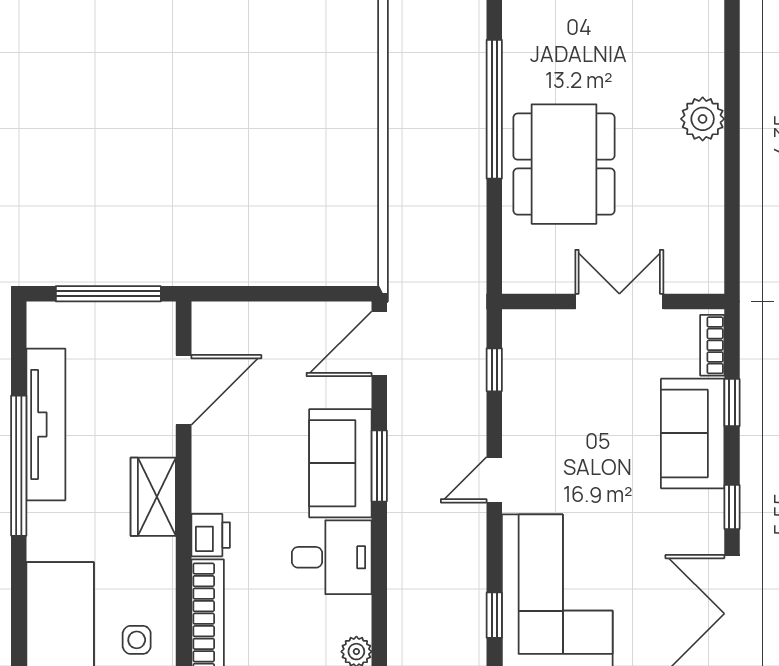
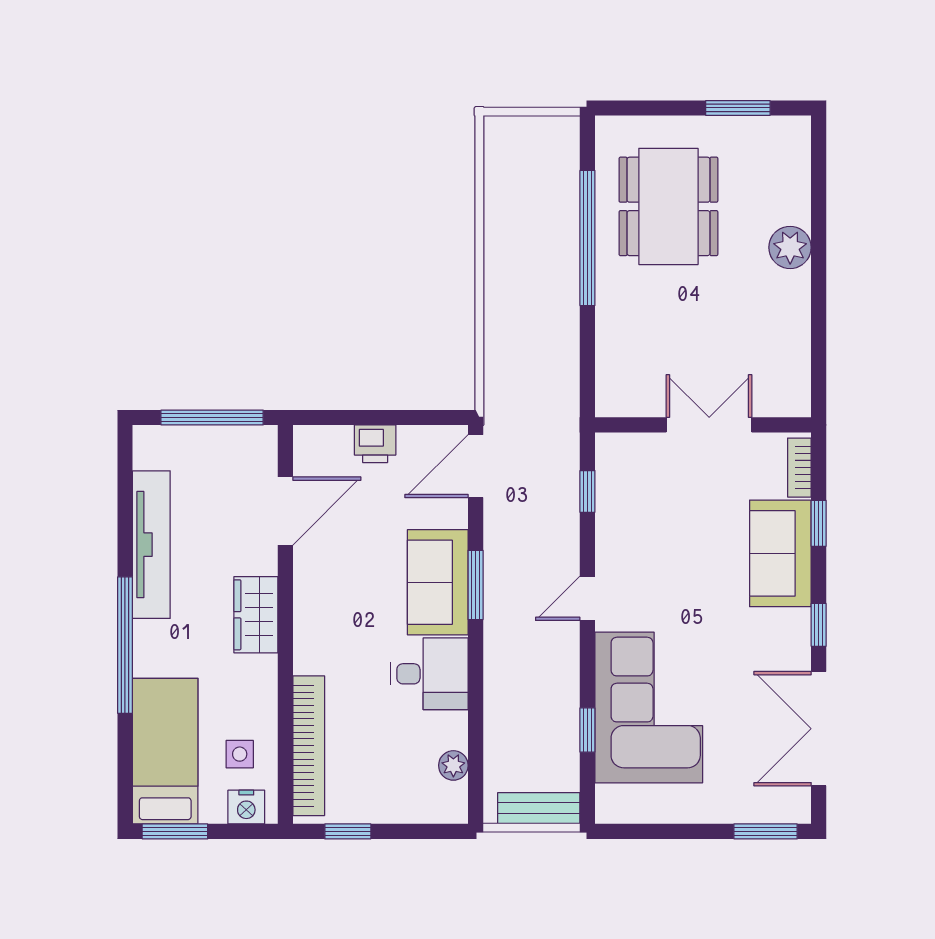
dining table: (564, 164) -> (668, 206), moved
window: (19, 466) -> (125, 645), moved
printer: (211, 535) -> (375, 444), moved, turned 90

